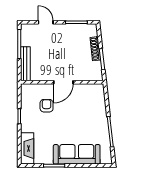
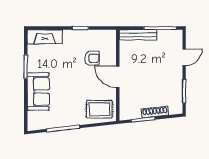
rug: (93, 99) -> (99, 109), added
sofa: (77, 154) -> (38, 92), width x0.73

